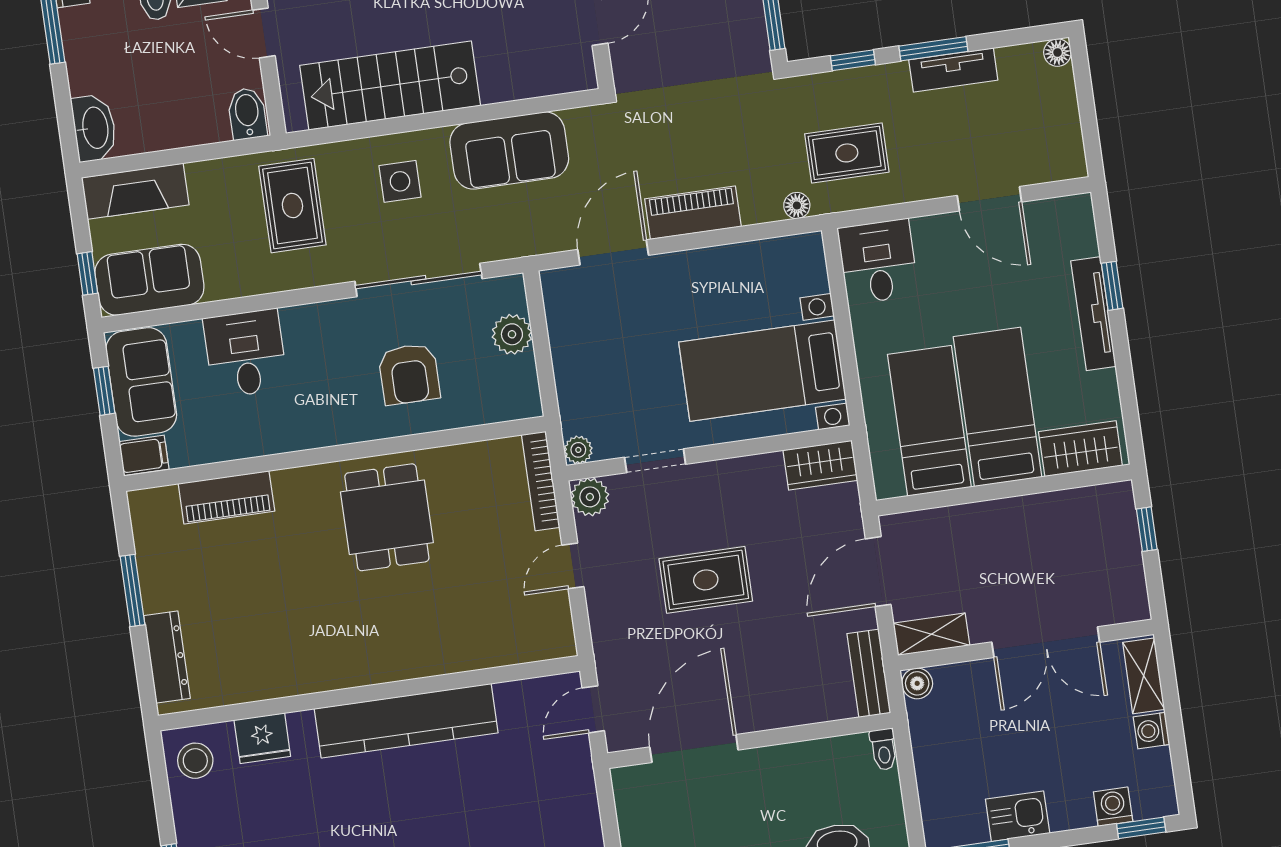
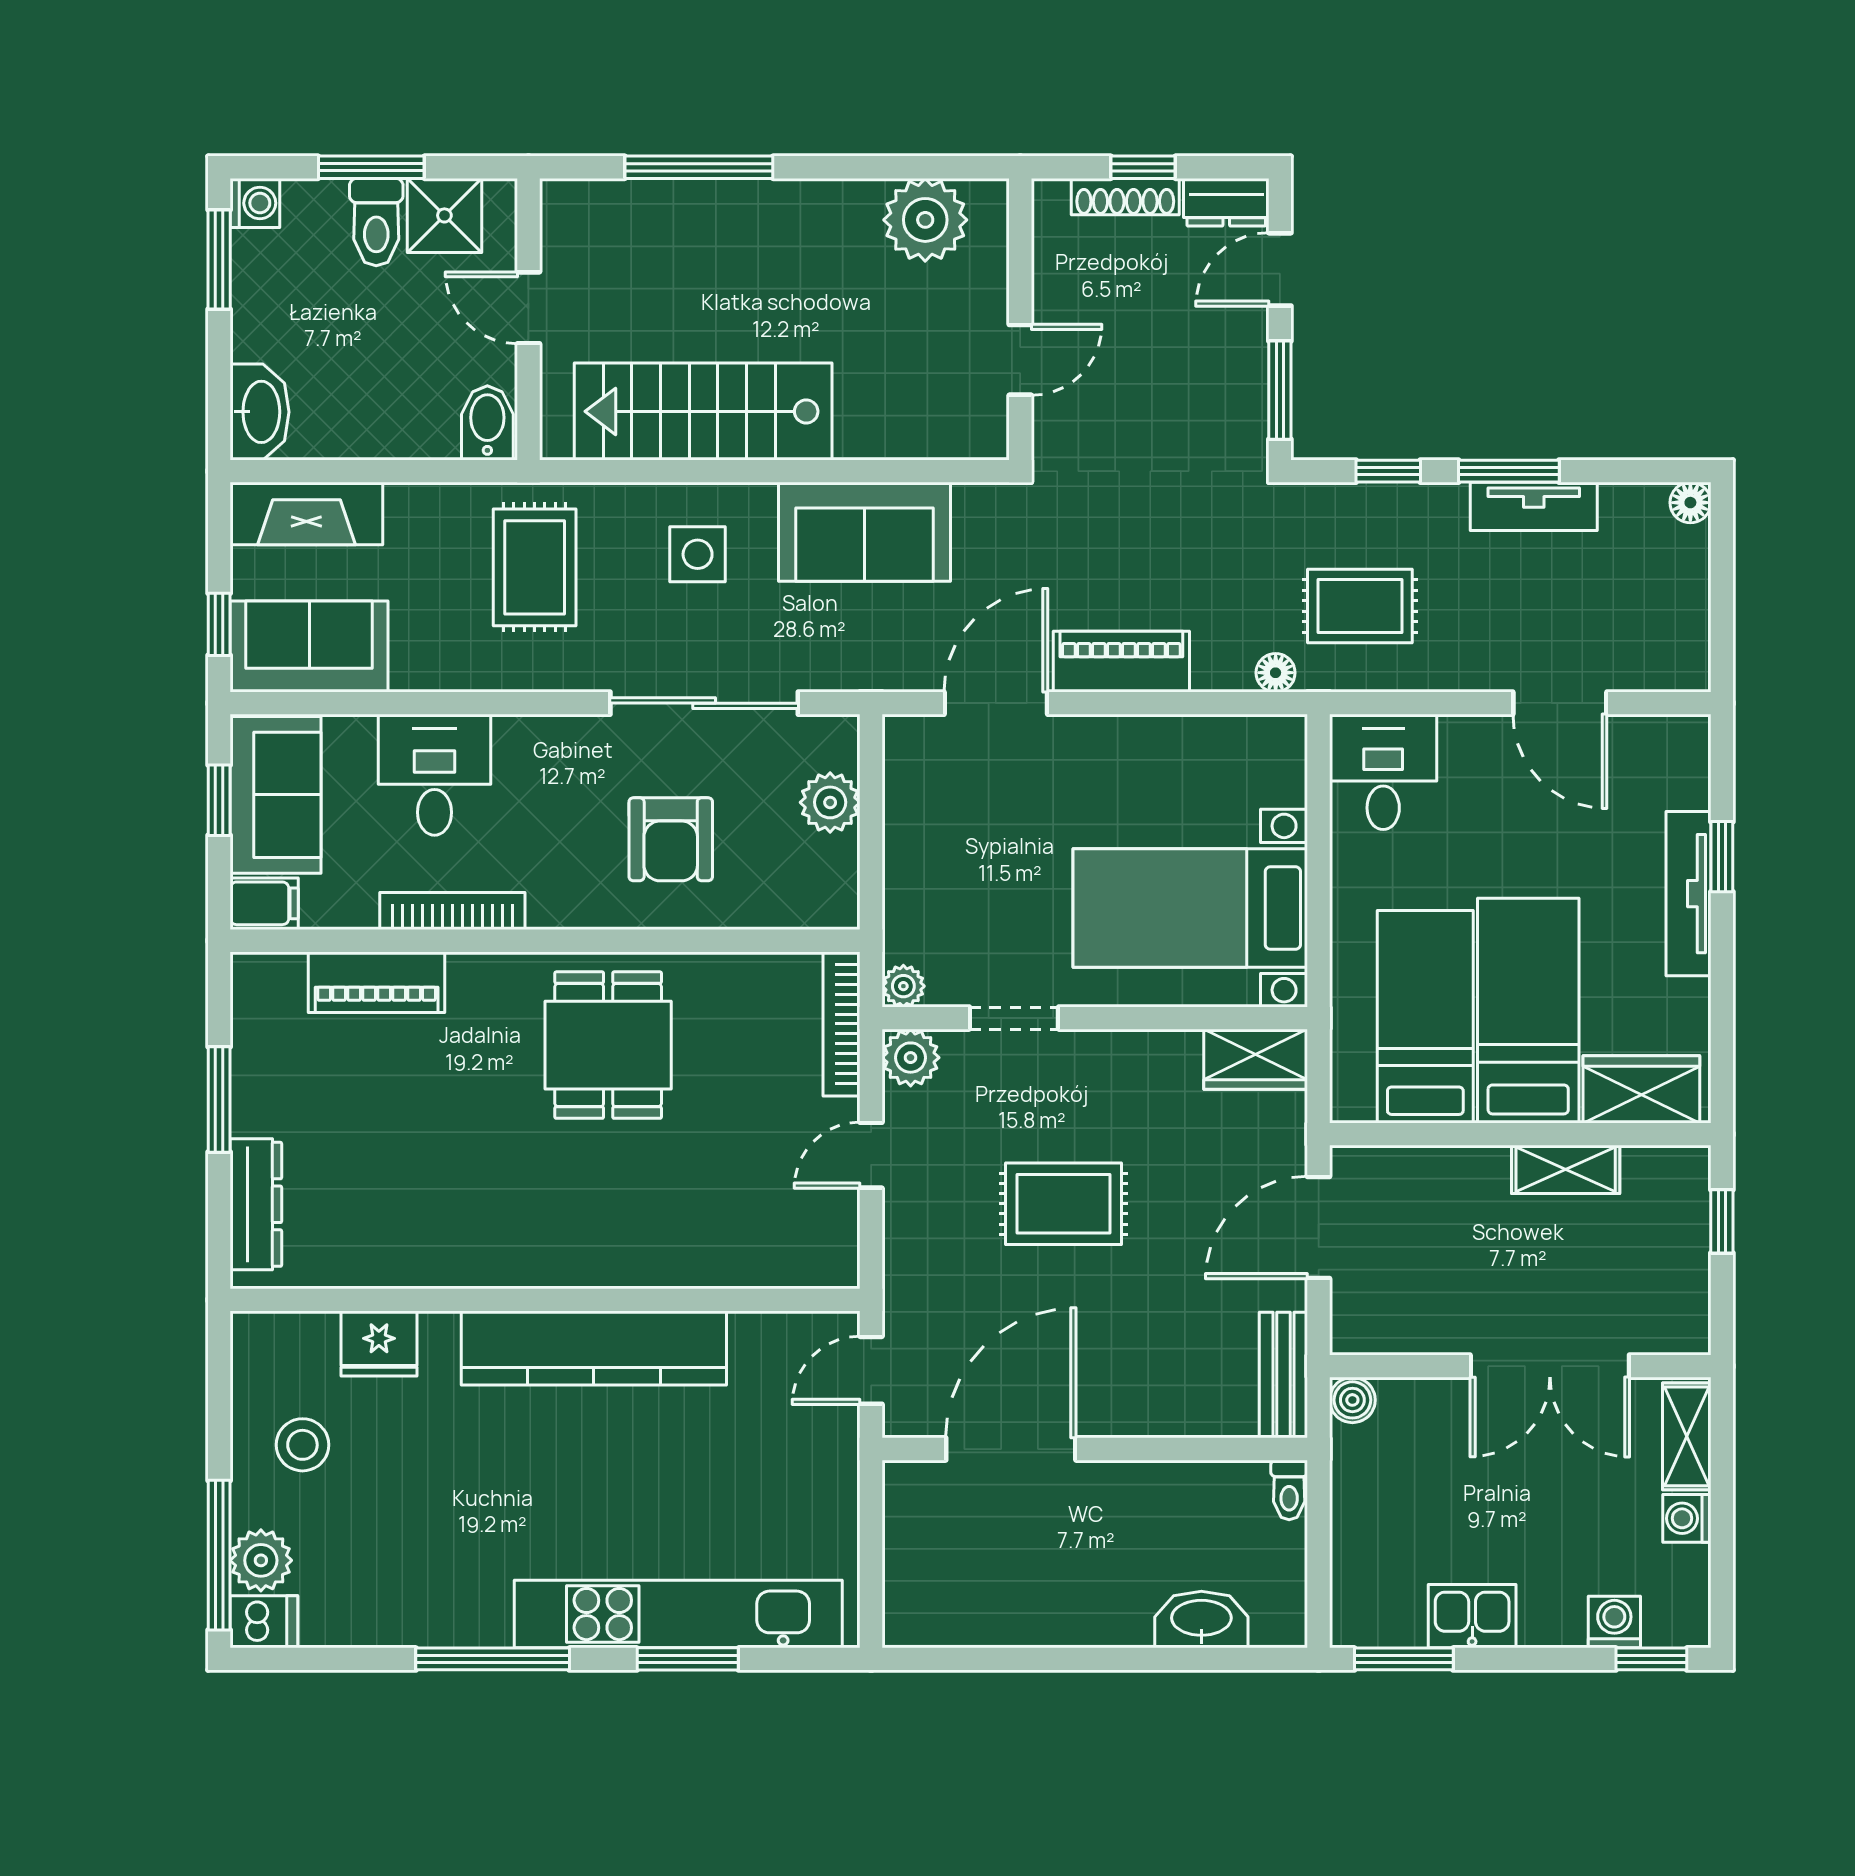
bookcase: (270, 443) -> (452, 911), added
shelving: (931, 634) -> (1566, 1169), moved
stool: (195, 761) -> (302, 1445), moved

